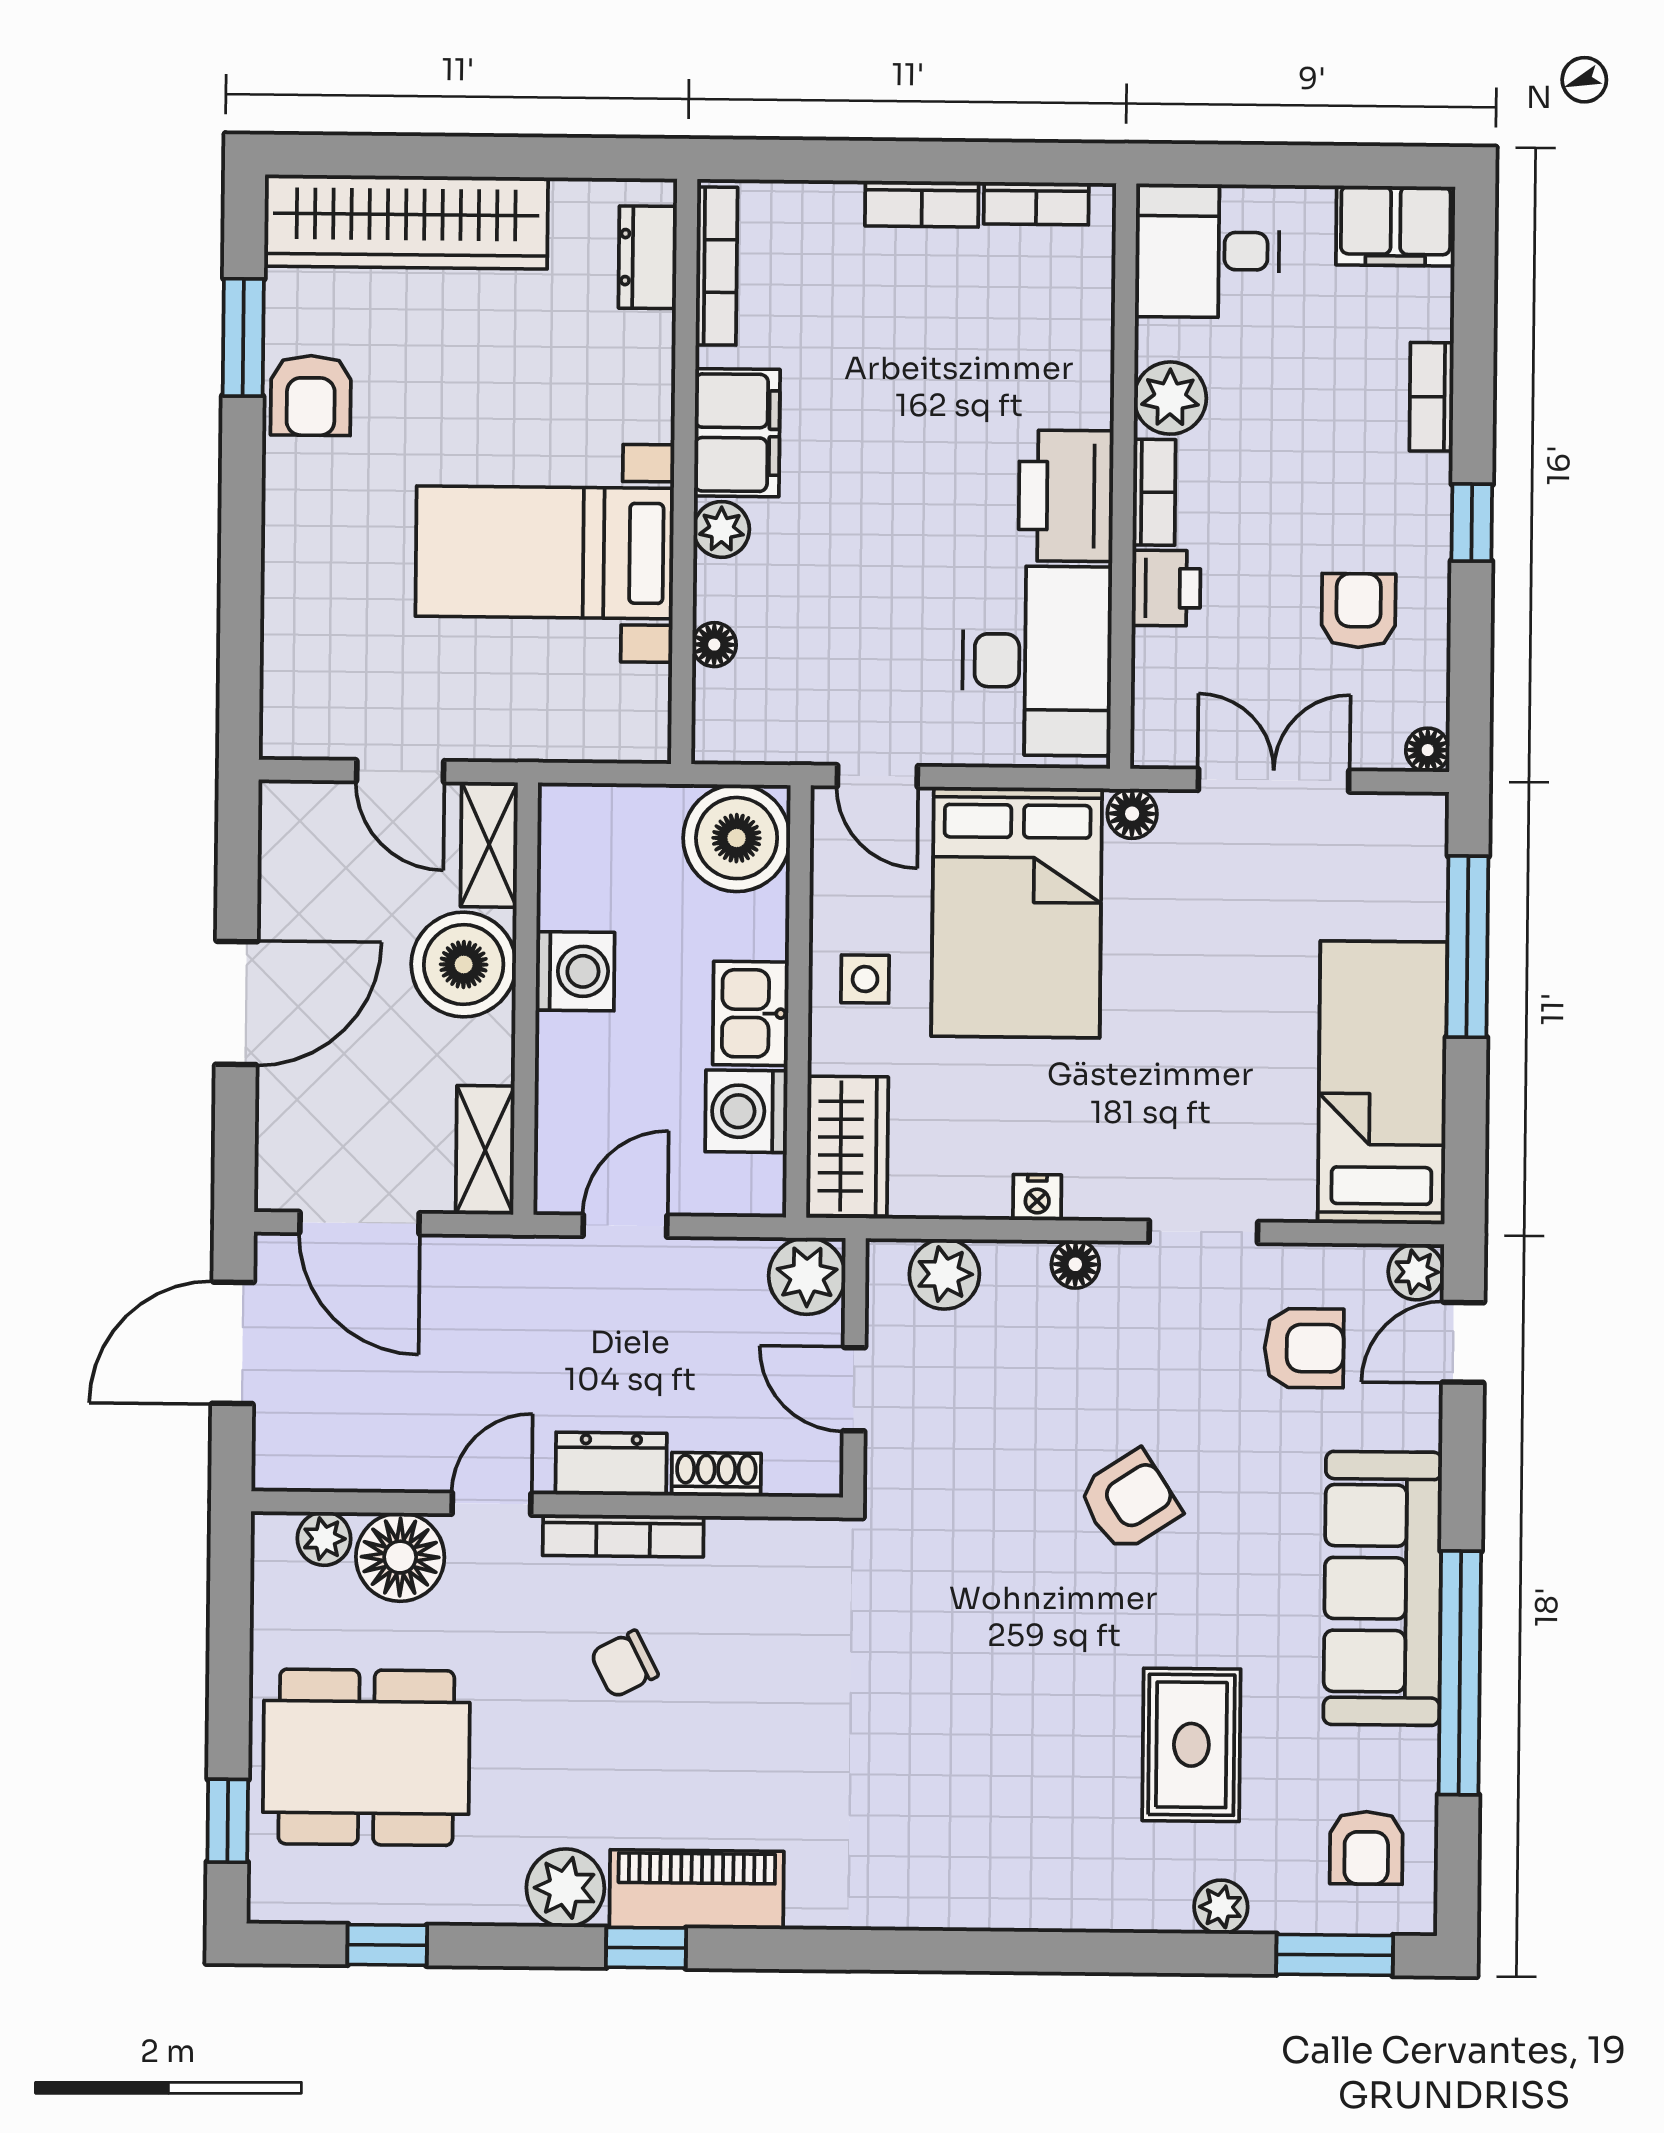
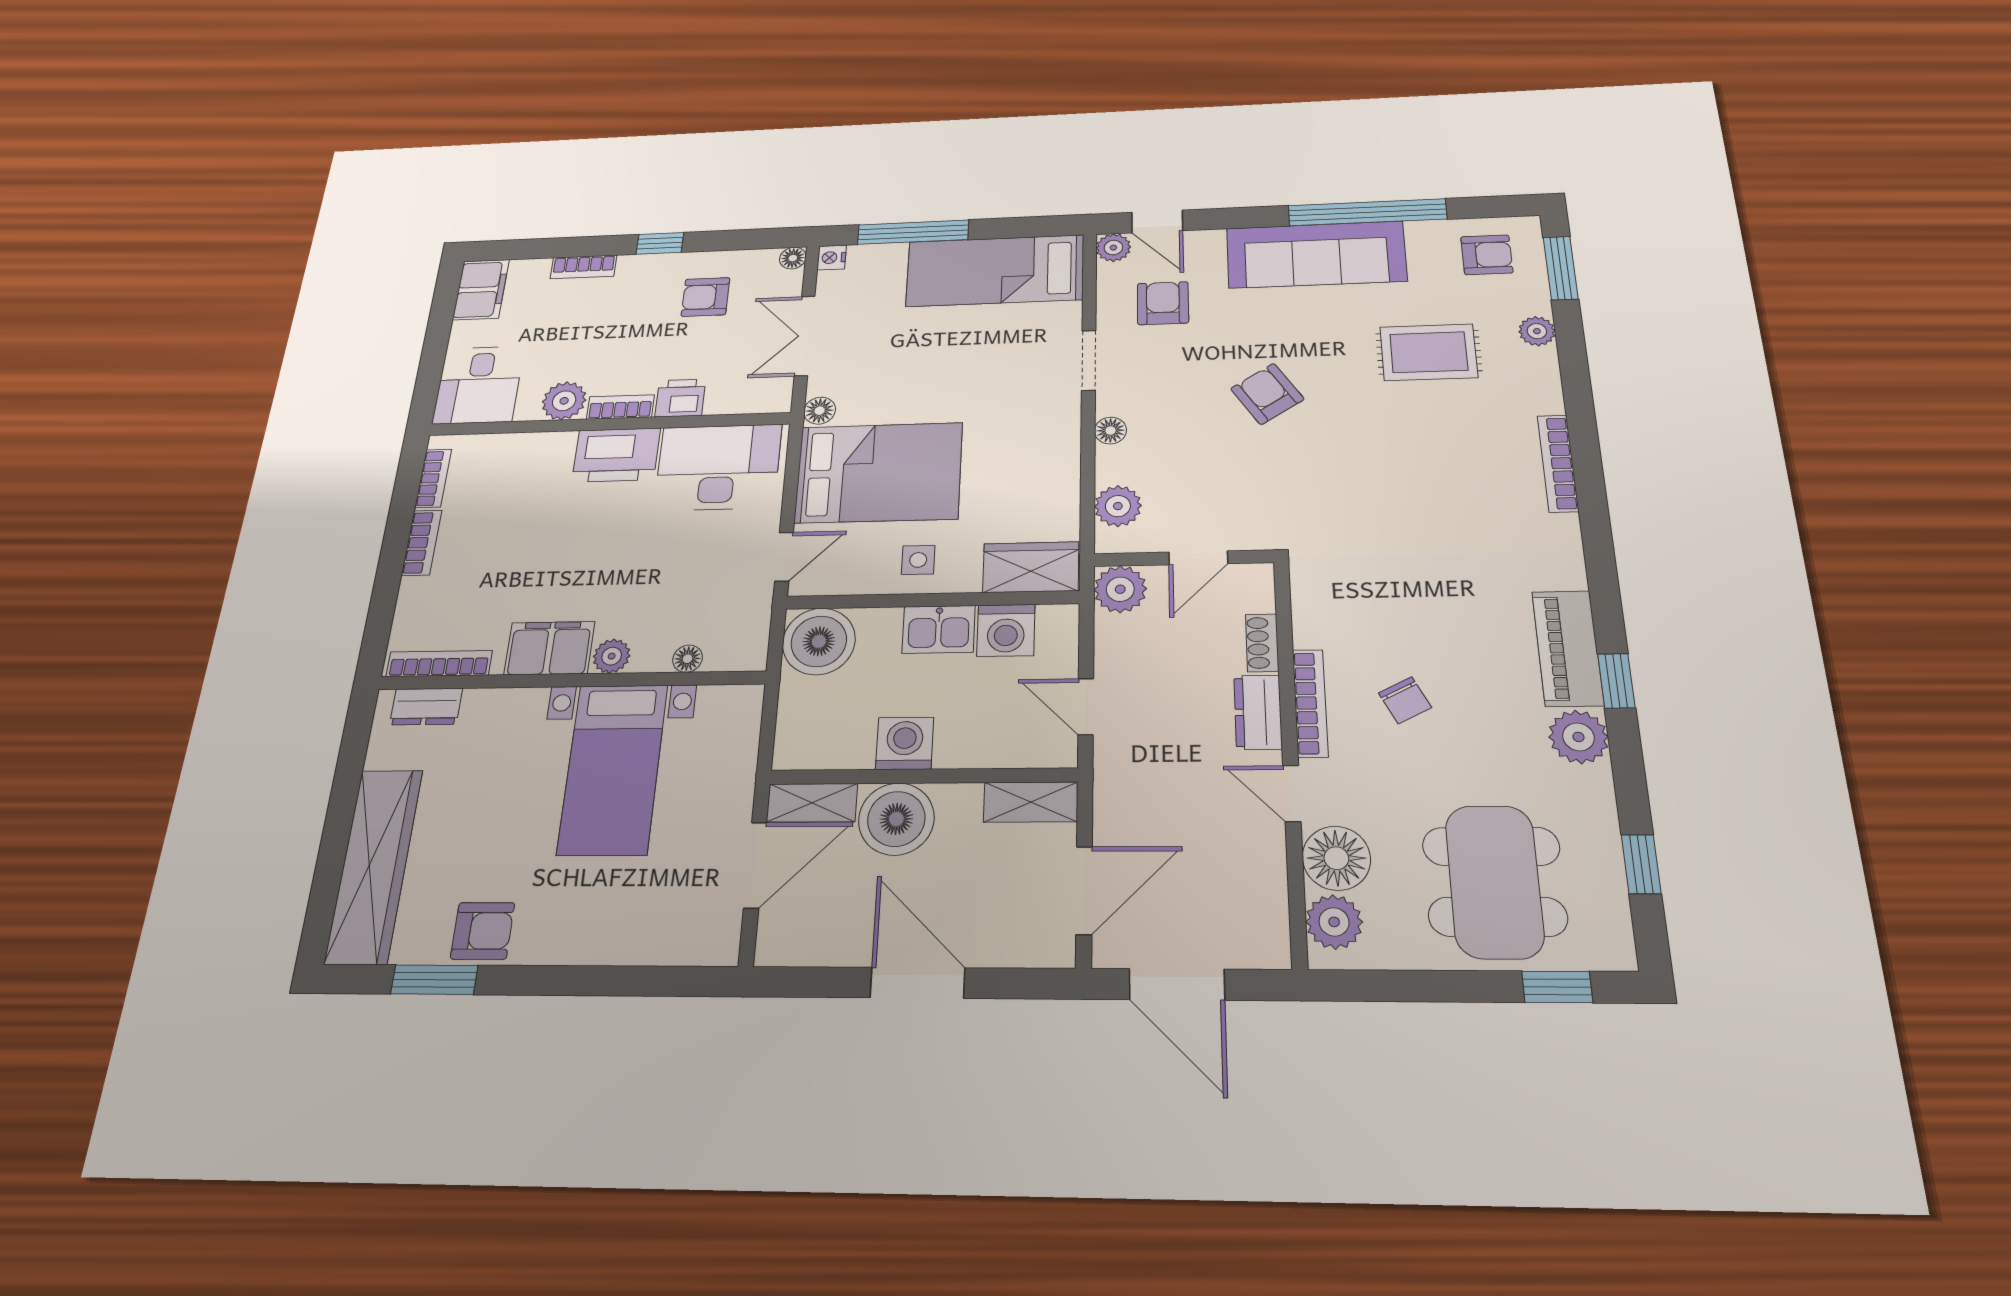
door: (400, 771) -> (755, 865), width x1.38
nightstand: (1037, 1197) -> (832, 258), moved, turned 180
plant: (324, 1539) -> (1334, 922), width x1.38, depth x1.38
bookcase: (990, 1911) -> (1558, 463), added

